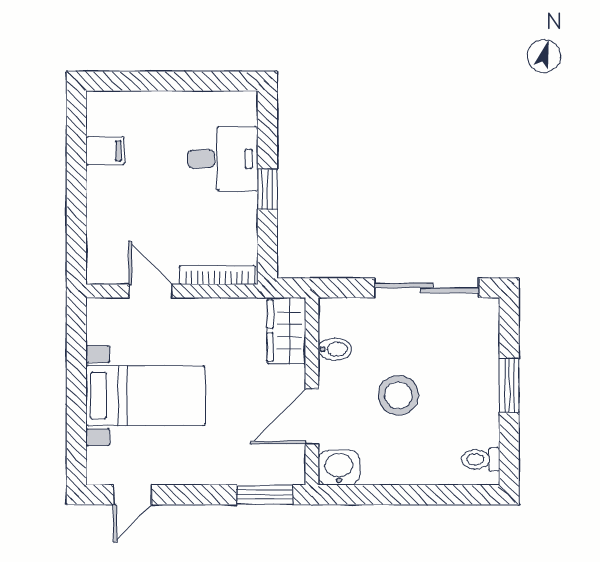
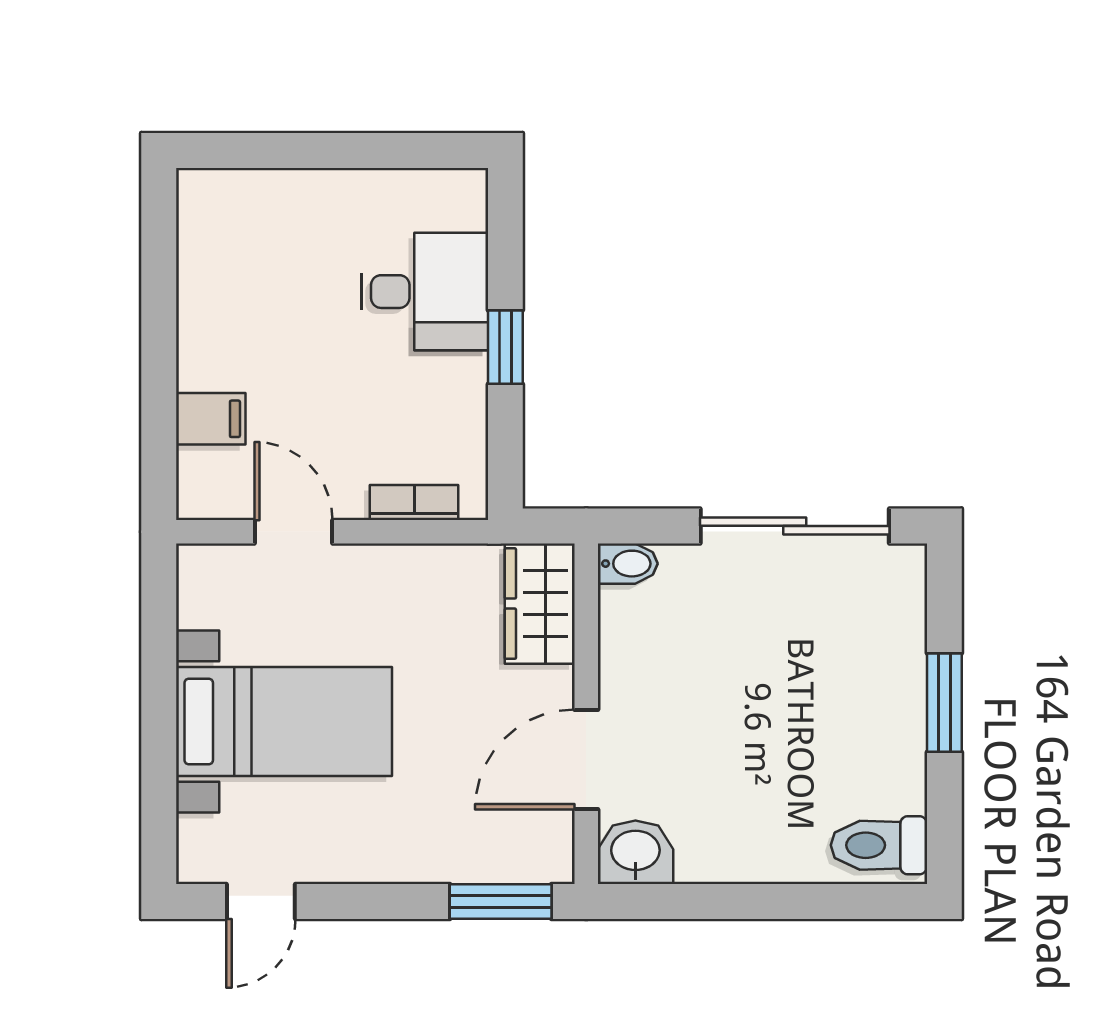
filing cabinet: (105, 151) -> (211, 419), moved
bookcase: (217, 275) -> (414, 503), width x0.64
bidet: (335, 349) -> (628, 564), moved
stool: (398, 395) -> (743, 721), removed
toilet: (481, 459) -> (879, 845), width x1.37, depth x1.39

